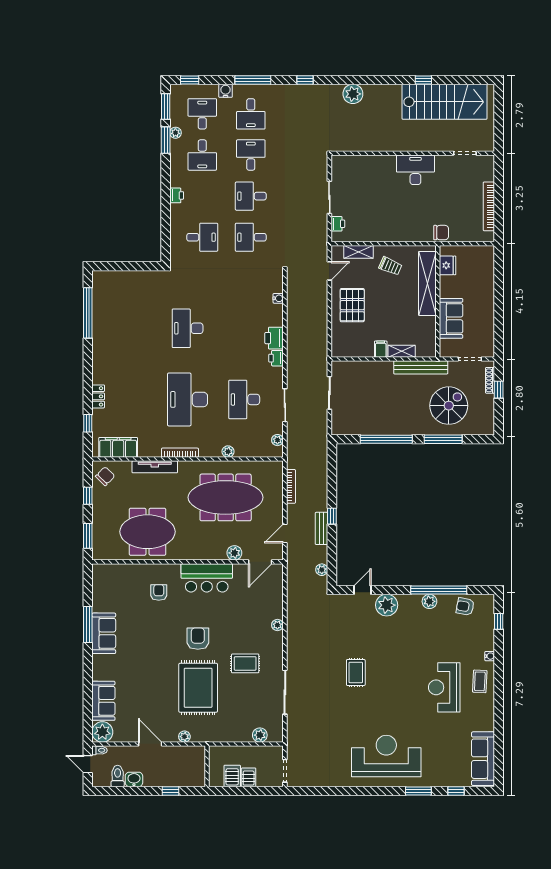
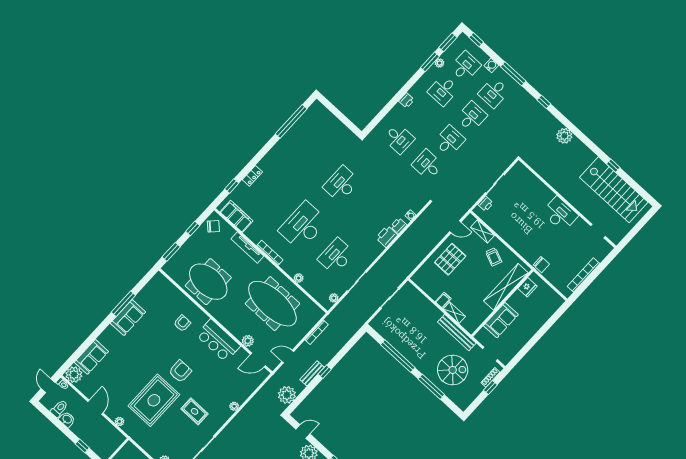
desk: (251, 196) -> (449, 141), turned 90
printer: (276, 358) -> (399, 226), moved
plant: (322, 570) -> (287, 395), width x1.88, depth x1.88

